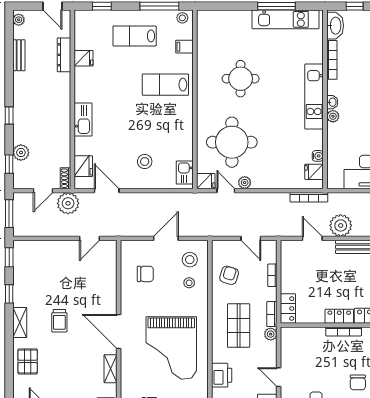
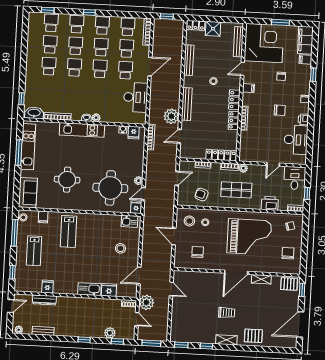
sofa: (219, 23) -> (28, 193), added
fridge: (83, 166) -> (109, 290), moved
locker: (288, 309) -> (221, 155), width x1.53

